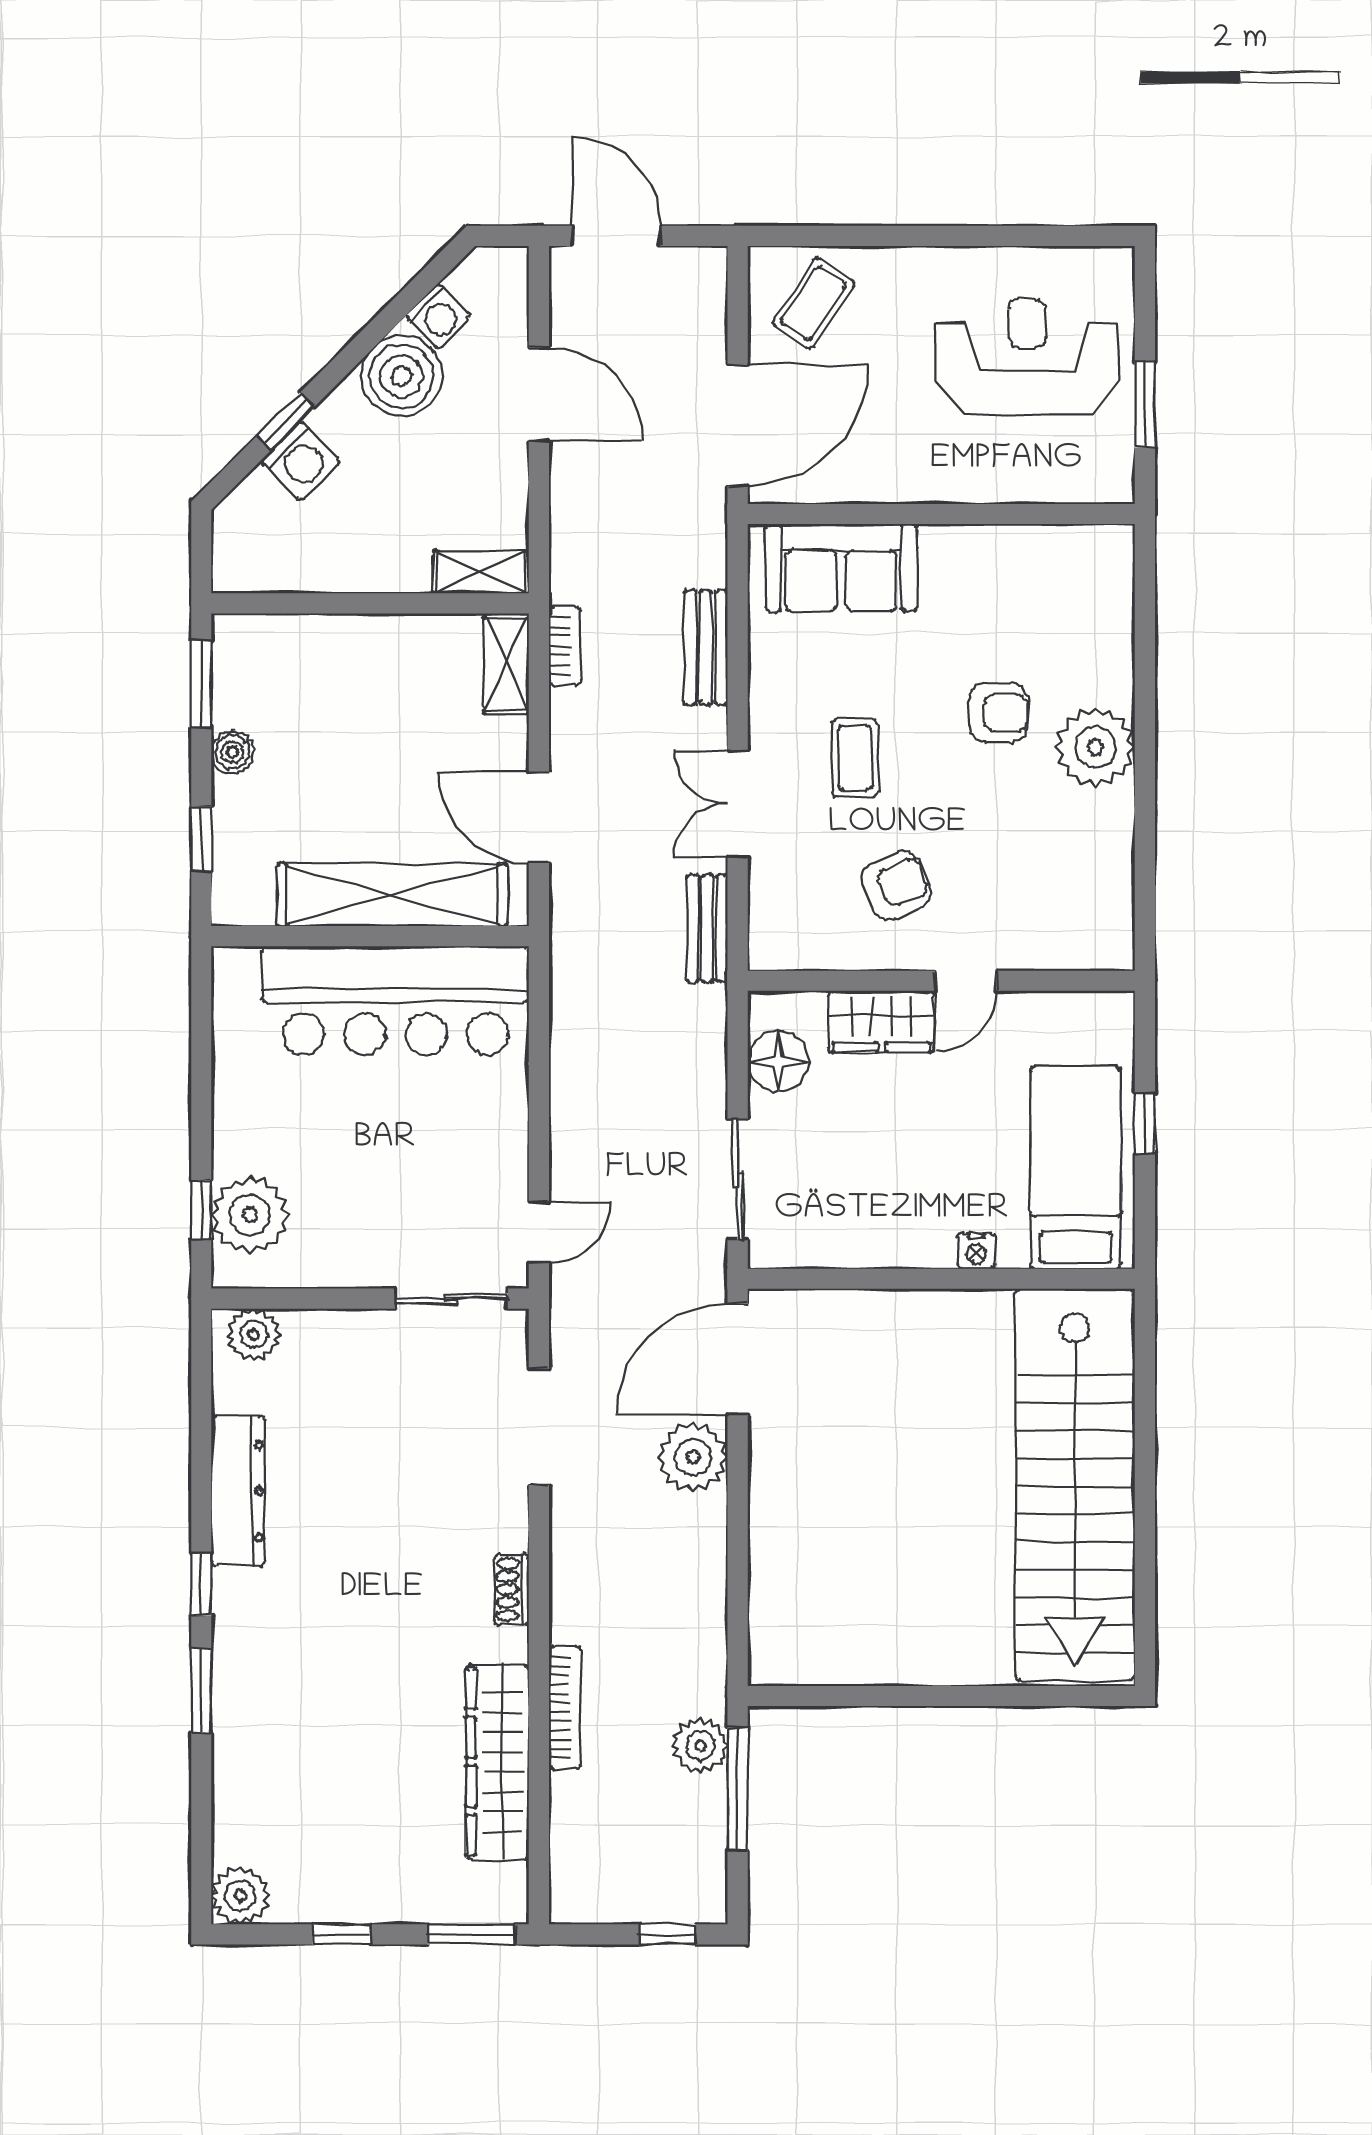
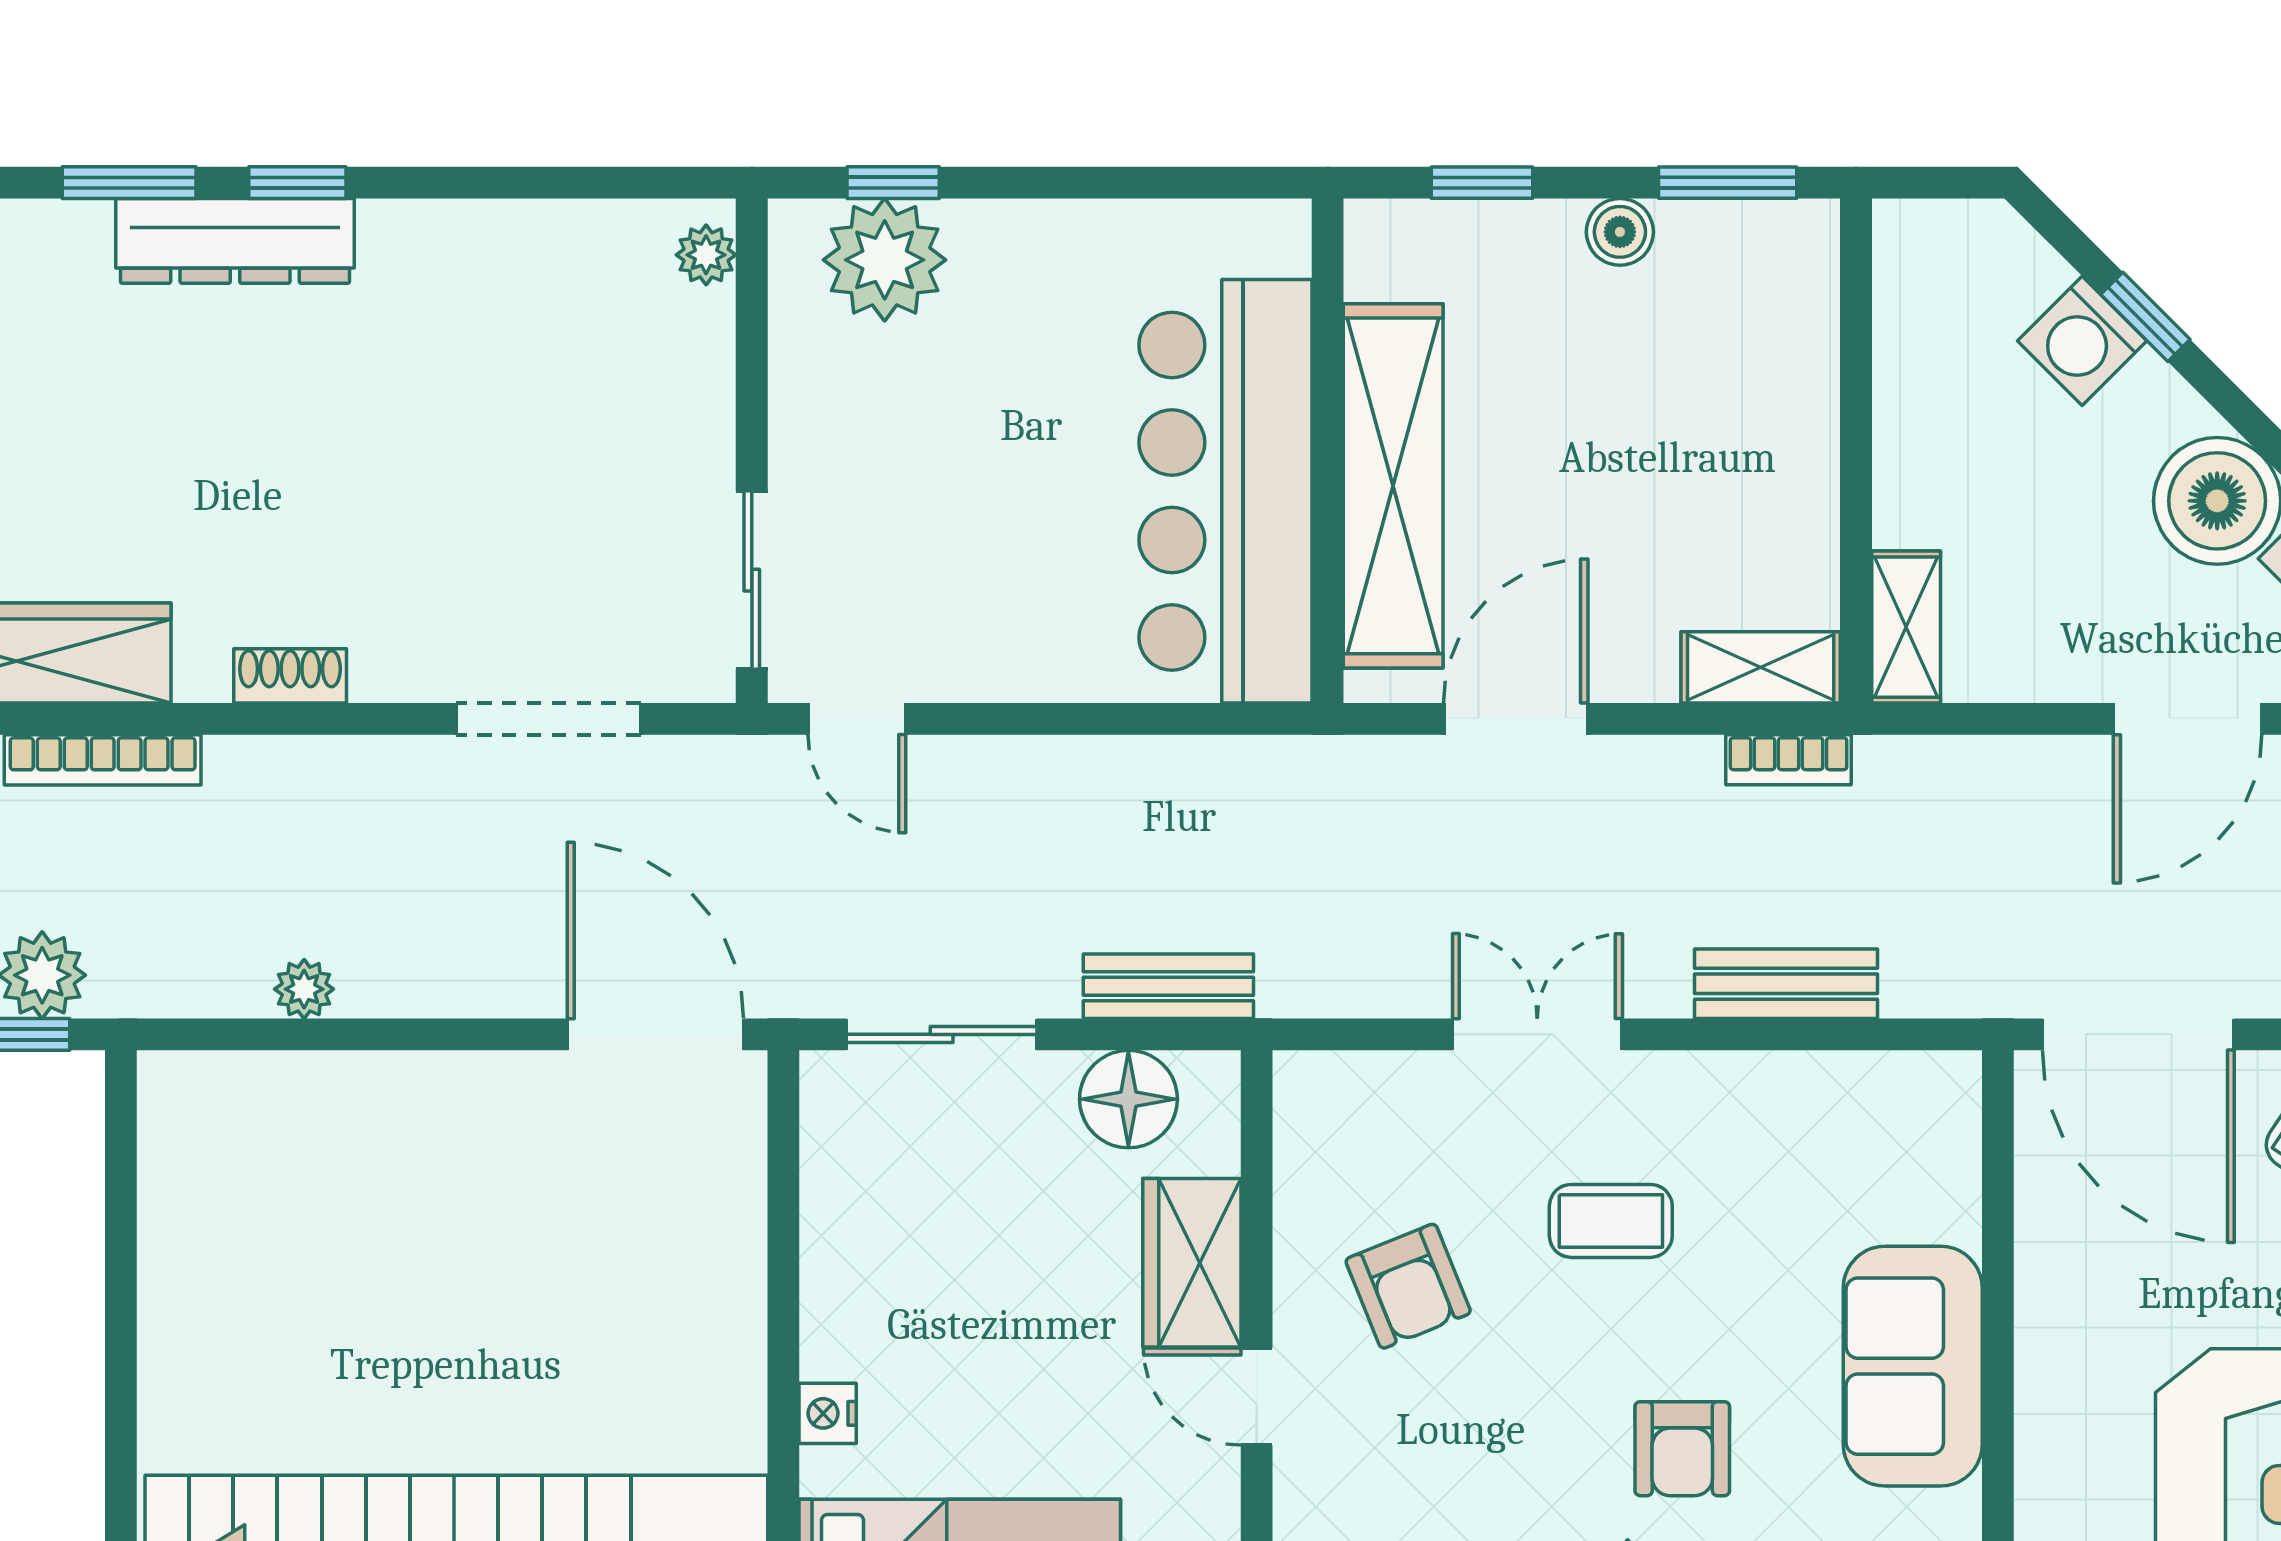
sofa: (841, 568) -> (1913, 1366), moved
bench: (707, 929) -> (1168, 986), moved
plant: (254, 1335) -> (706, 255), width x0.73, depth x0.73
plant: (693, 1457) -> (304, 989), moved, width x0.53, depth x0.53
dresser: (238, 1491) -> (235, 241), moved

